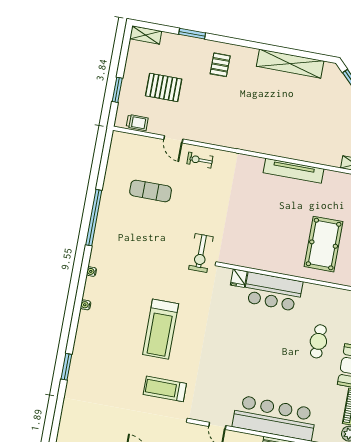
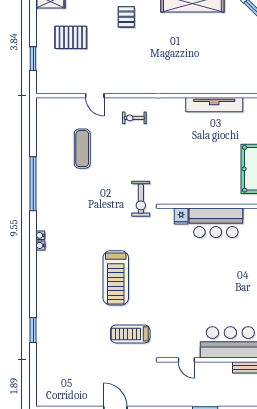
pallet: (164, 87) -> (71, 37), moved
trolley: (137, 122) -> (58, 86), removed
exercise bike: (200, 160) -> (134, 118), moved
exercise mat: (151, 191) -> (82, 149), turned 90
water cooler: (86, 305) -> (40, 245), moved

